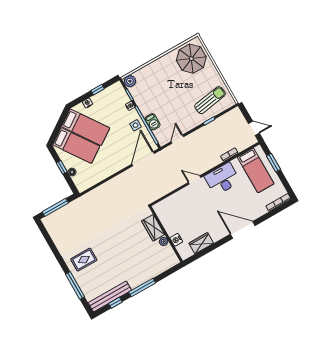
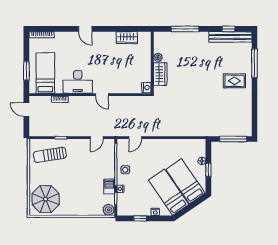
barbecue: (153, 122) -> (109, 186), moved
door: (143, 159) -> (135, 138), width x0.53
door: (243, 230) -> (85, 29), width x0.53
nightstand: (176, 240) -> (146, 88), moved
window: (142, 287) -> (185, 29), moved

